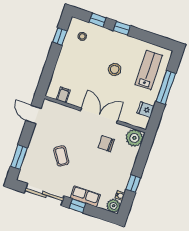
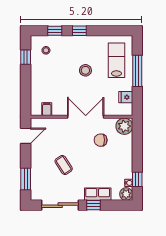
door: (33, 114) -> (26, 136), swing flipped
window: (133, 184) -> (137, 179), moved

